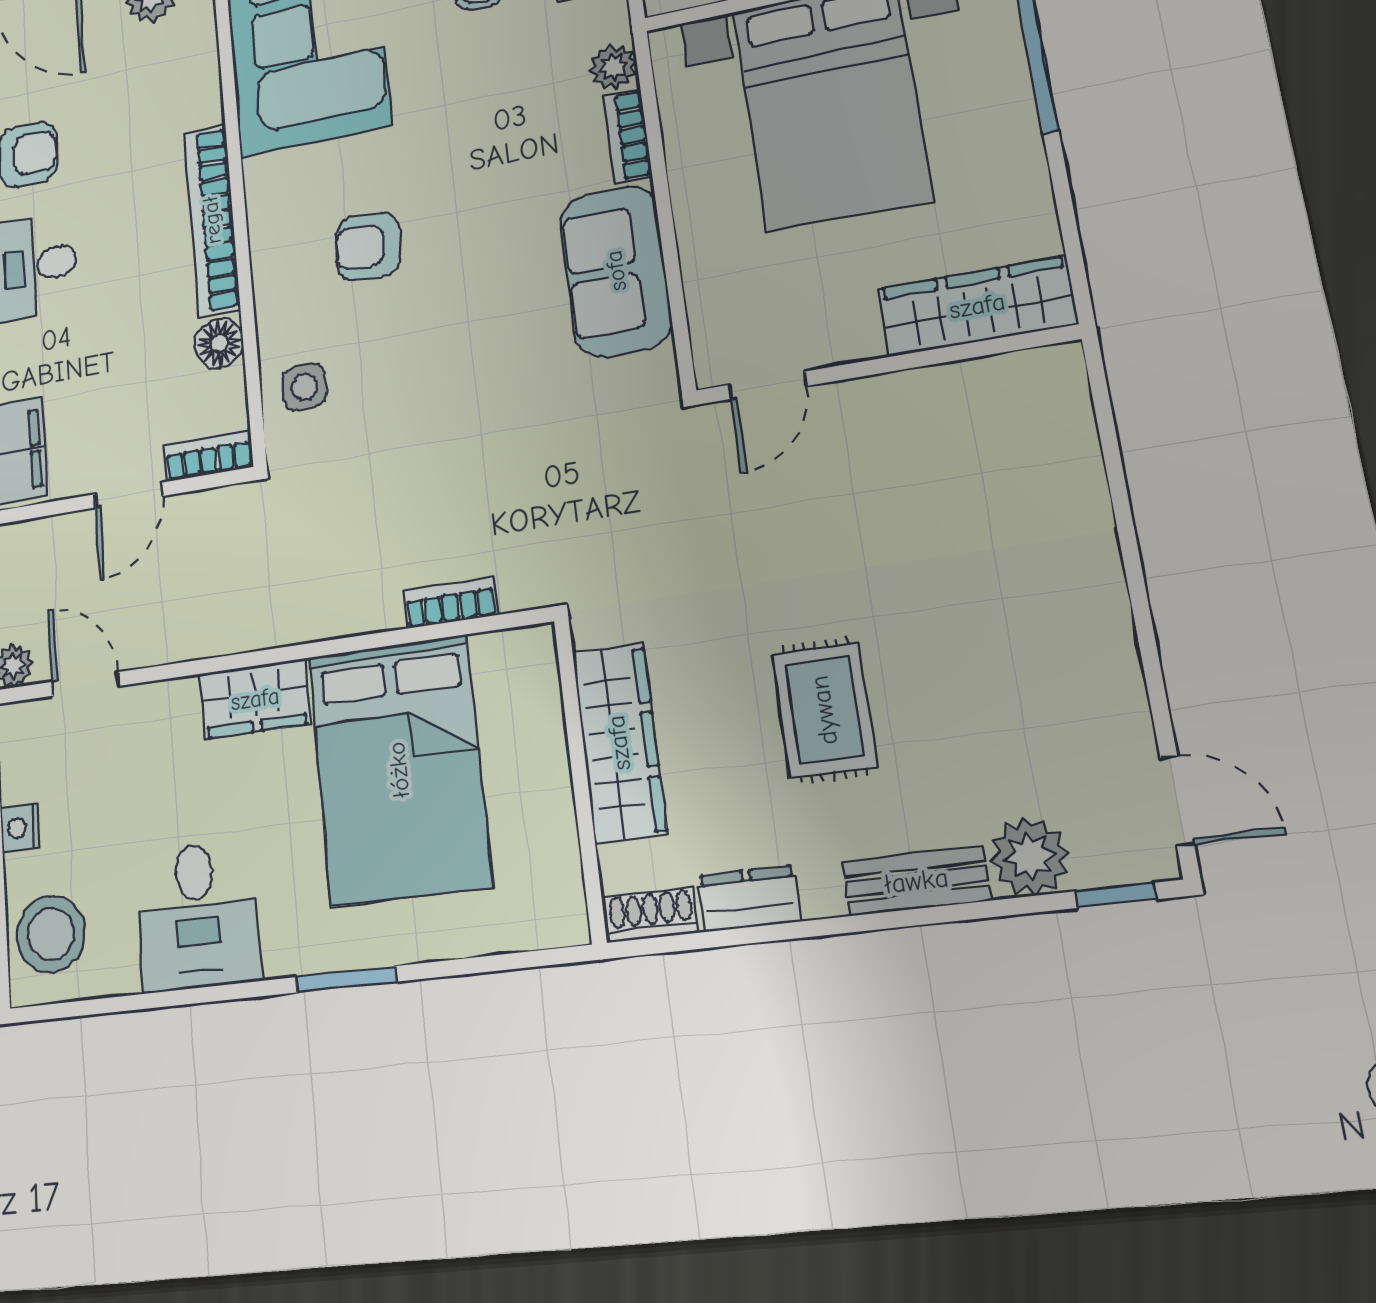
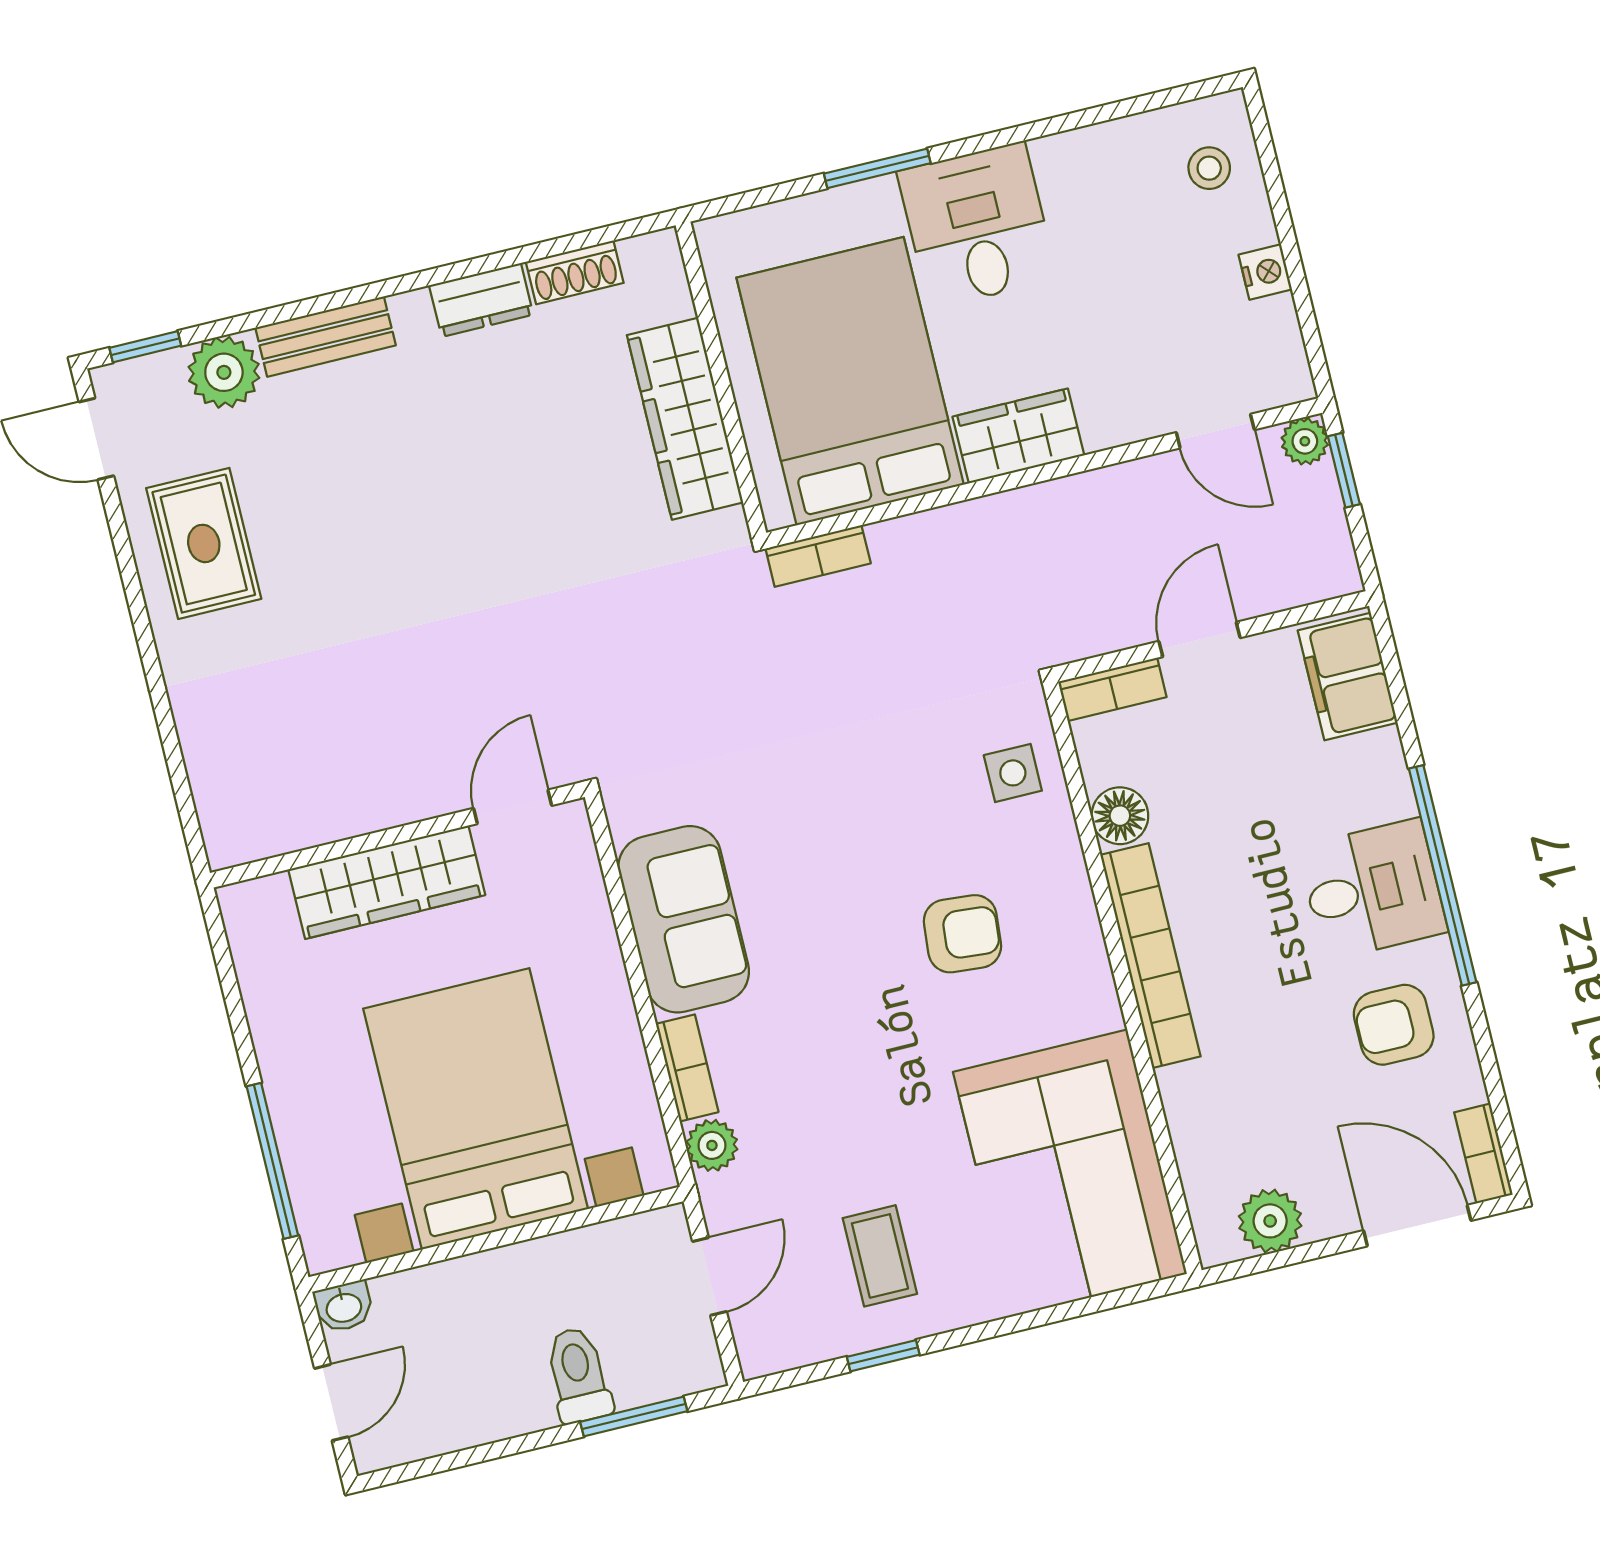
wardrobe: (977, 306) -> (387, 882), moved
rug: (824, 710) -> (204, 543), moved
wardrobe: (619, 743) -> (685, 419), moved
wall: (580, 779) -> (721, 379), moved
desk: (197, 916) -> (977, 225), moved
stool: (51, 934) -> (1209, 168), width x0.53, depth x0.53

